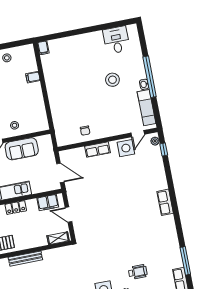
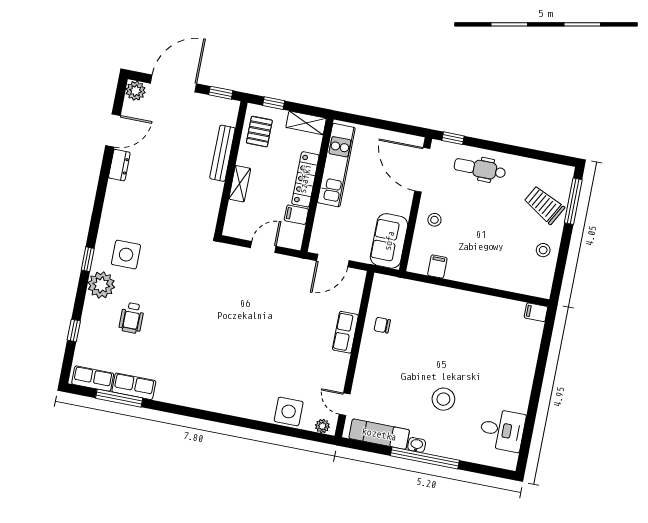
filing cabinet: (33, 77) -> (437, 267), moved
side table: (126, 148) -> (289, 411), moved
sofa: (22, 149) -> (389, 241), moved
window: (164, 149) -> (304, 434), removed
row of seats: (165, 202) -> (134, 386), moved
filing cabinet: (48, 203) -> (296, 215), width x0.50
locker: (16, 208) -> (305, 179), width x1.53
shelving: (58, 238) -> (240, 184), moved

